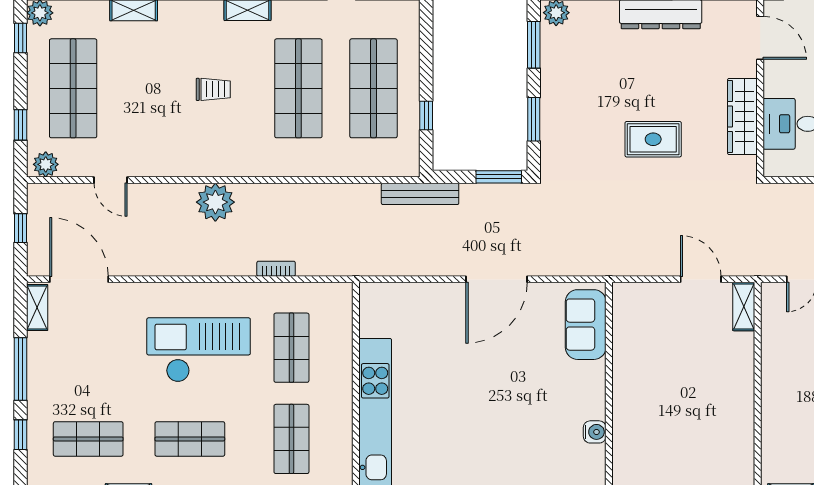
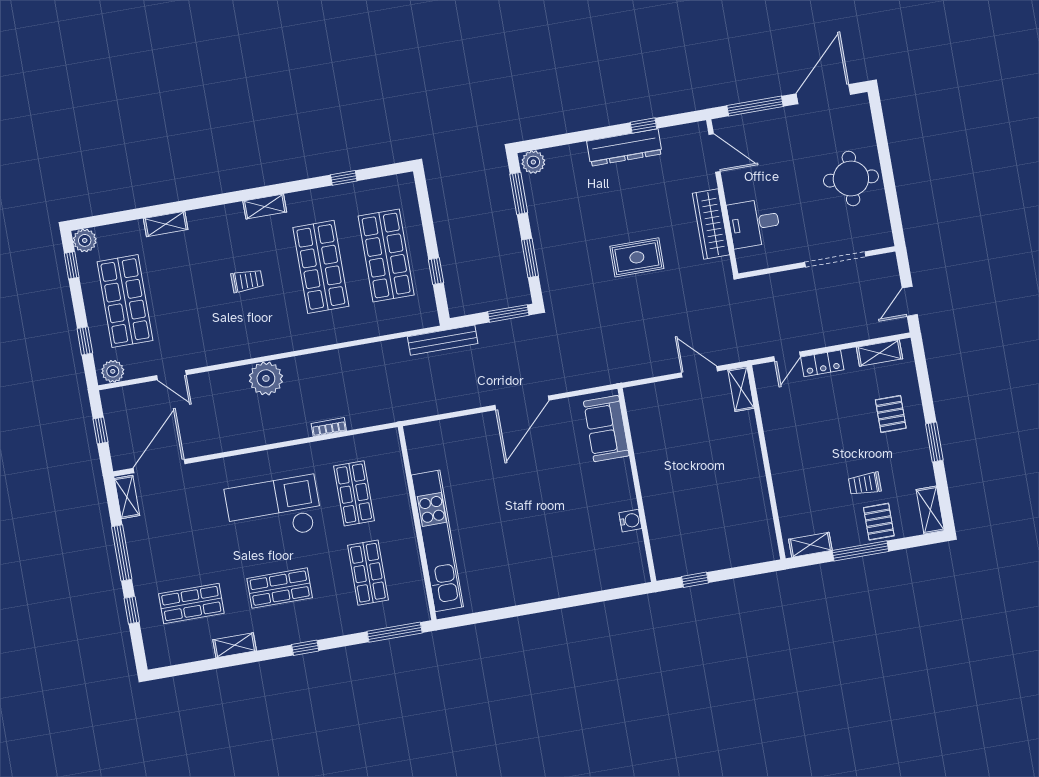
door: (79, 279) -> (159, 466), hinge flipped

